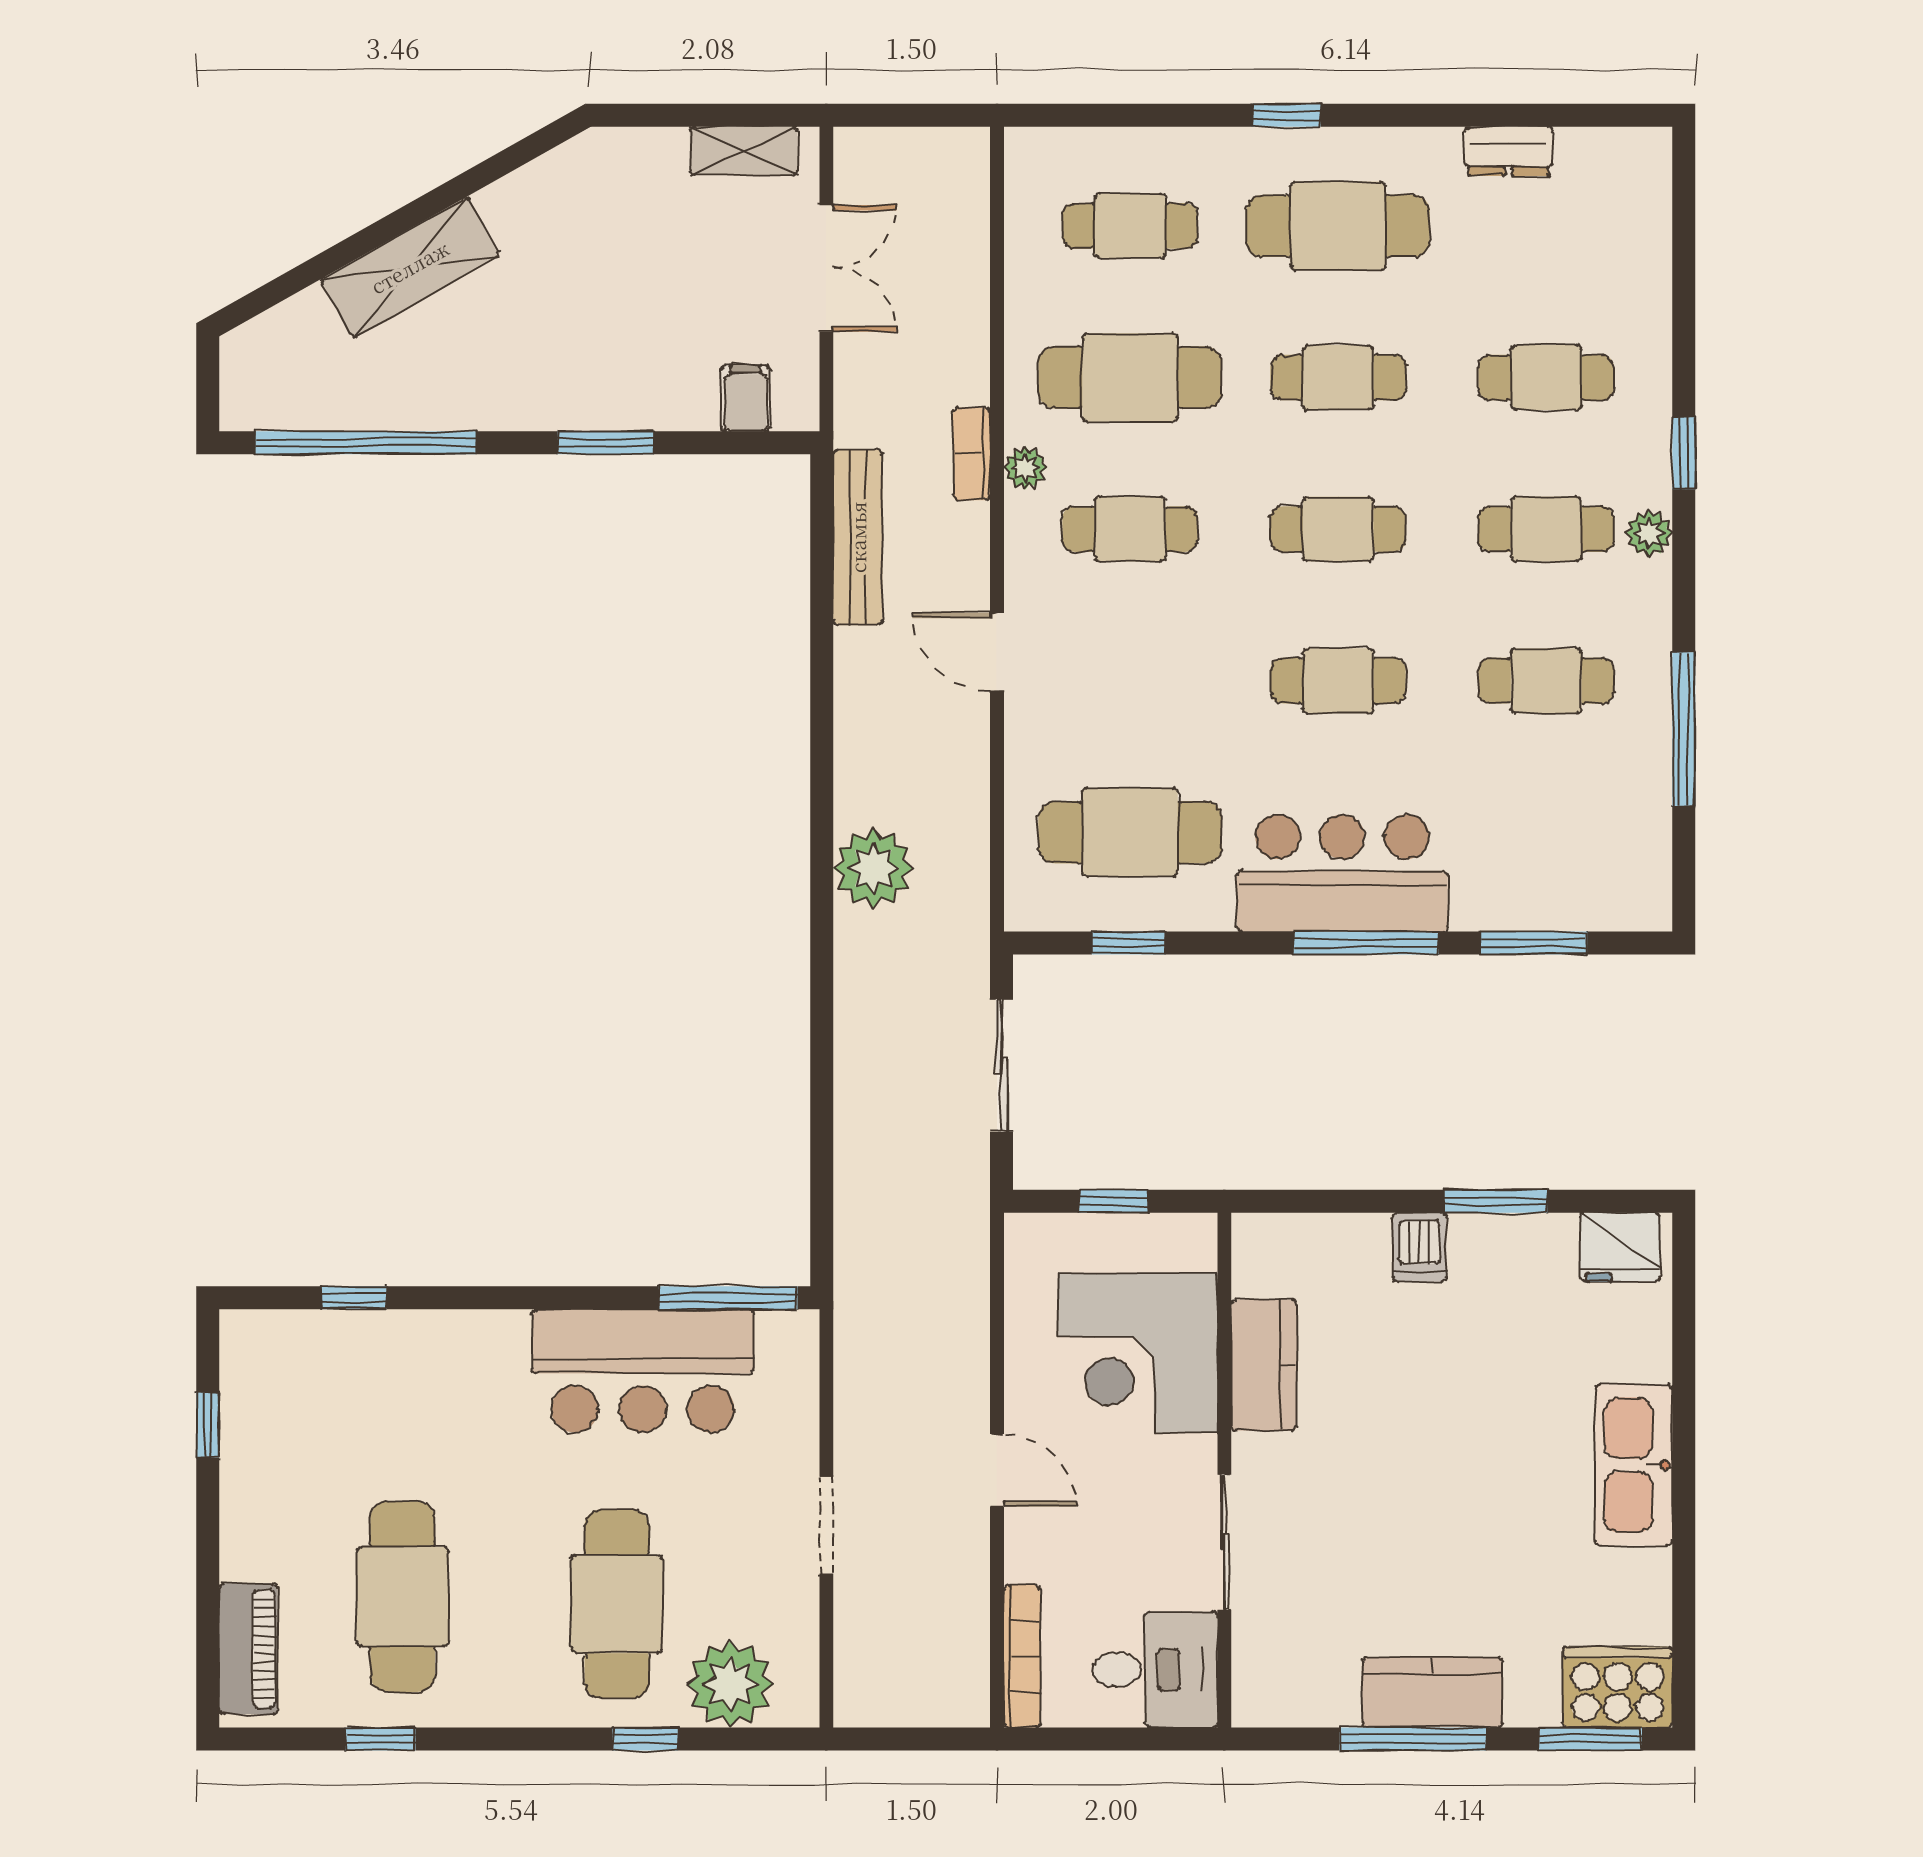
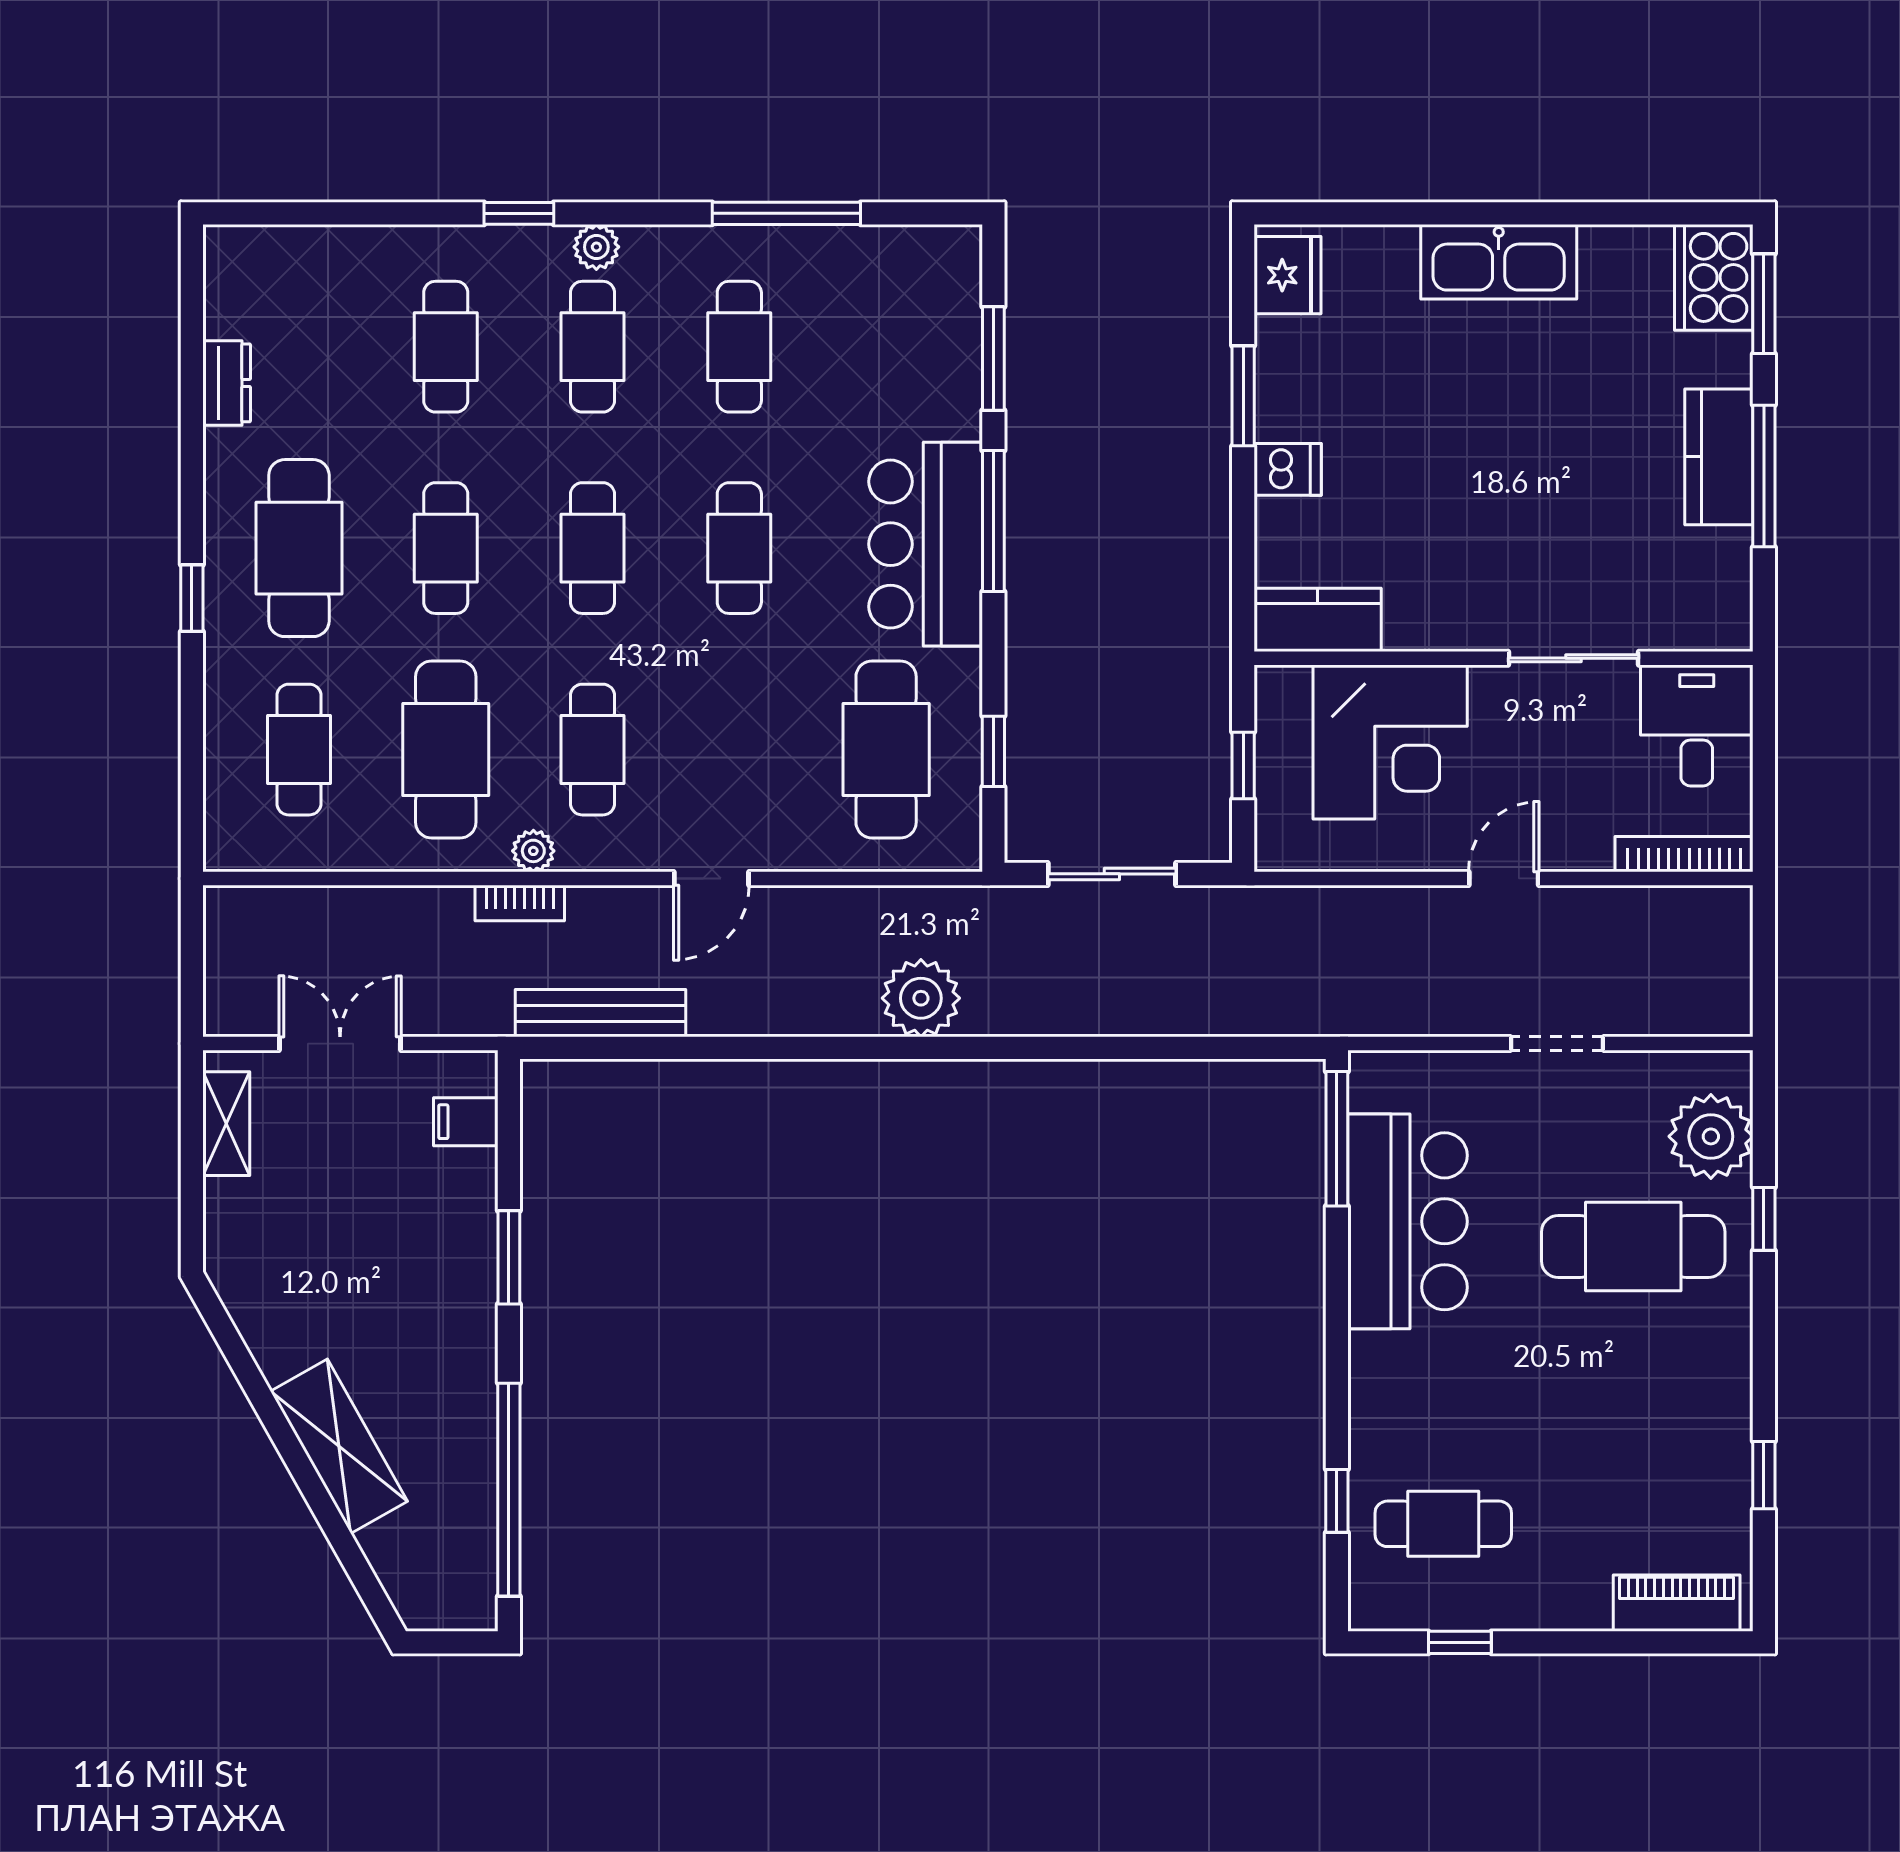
kitchen counter: (1264, 1365) -> (1318, 620), moved
cafe table: (403, 1597) -> (1443, 1524), moved, width x0.73, depth x0.74

